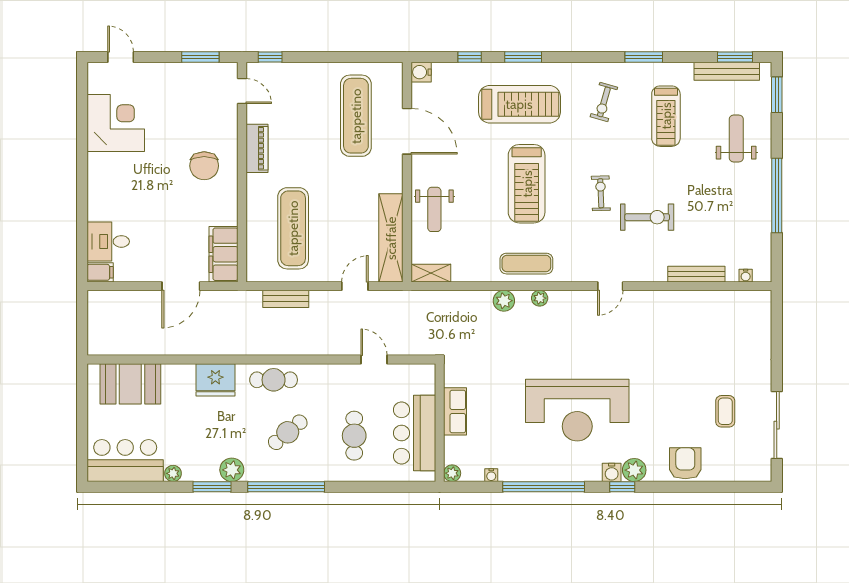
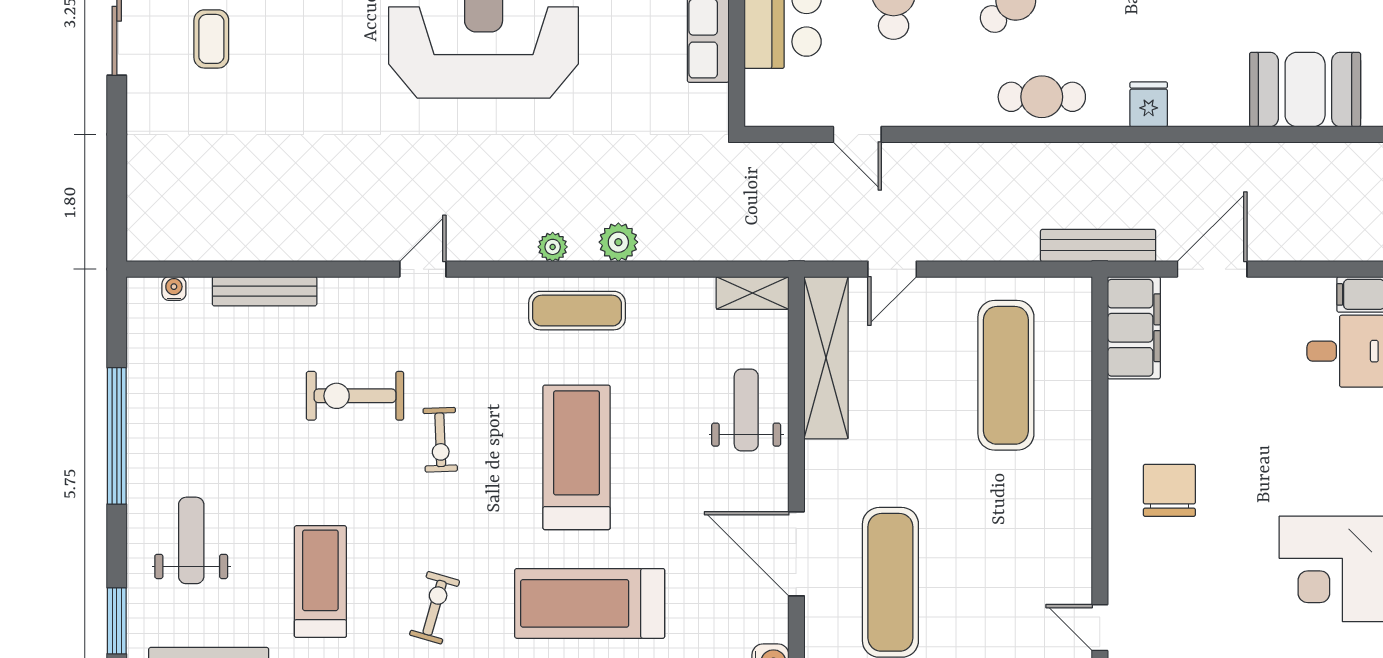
weight bench: (736, 139) -> (191, 540), turned 180
piano: (257, 148) -> (1072, 523), removed
bench: (286, 299) -> (1098, 245), moved, width x1.36
fridge: (215, 380) -> (1149, 104), width x0.53, depth x0.75

